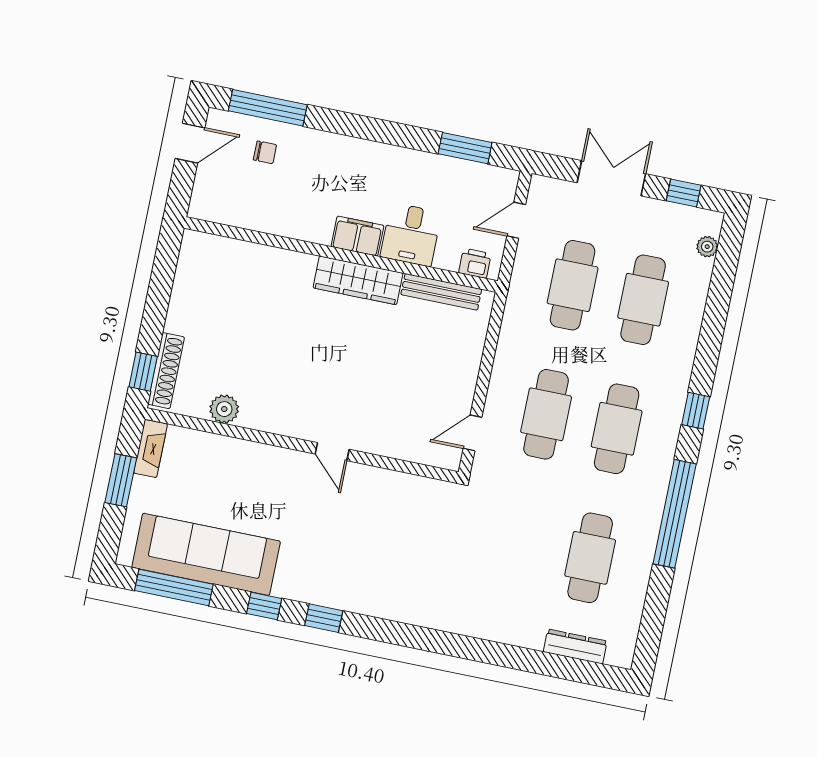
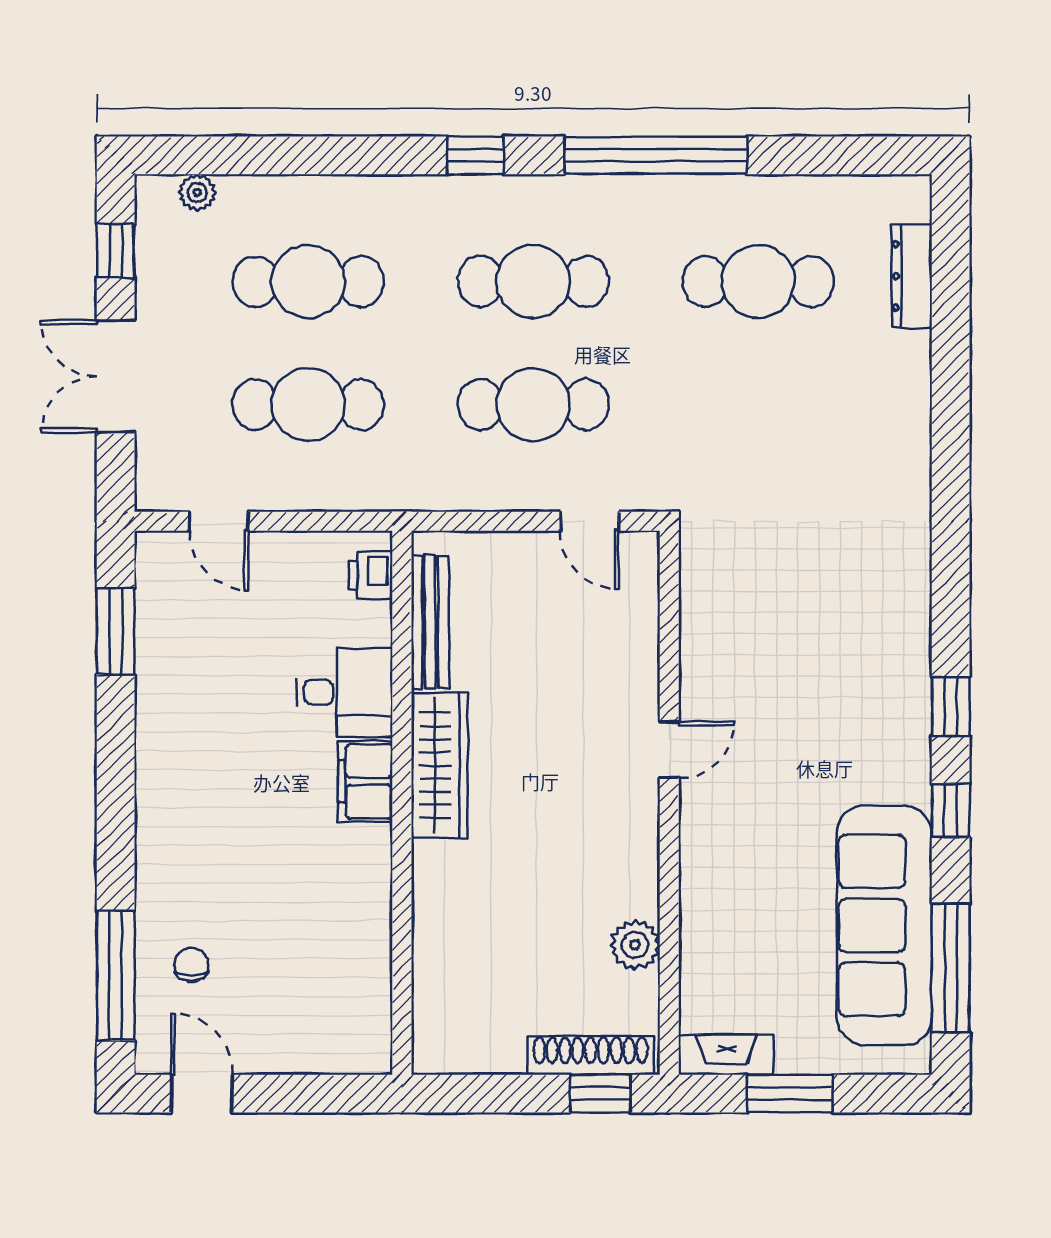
desk: (411, 235) -> (344, 692), moved
filing cabinet: (357, 236) -> (365, 781), moved
wall: (341, 254) -> (402, 803), moved
printer: (475, 263) -> (371, 575), moved
wardrobe: (358, 280) -> (439, 765), moved
bench: (441, 292) -> (430, 622), moved

